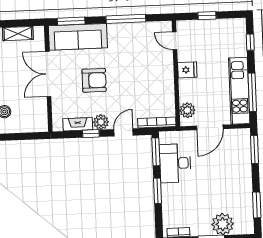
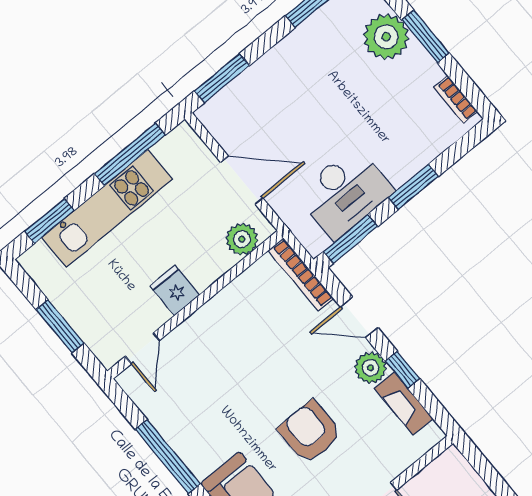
window: (207, 16) -> (60, 326), width x1.50
window: (250, 42) -> (49, 221), width x1.50
kitchen unit: (239, 91) -> (107, 208), moved

